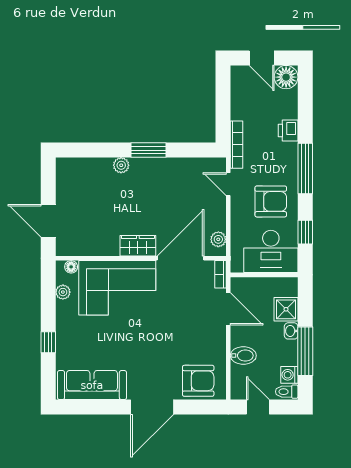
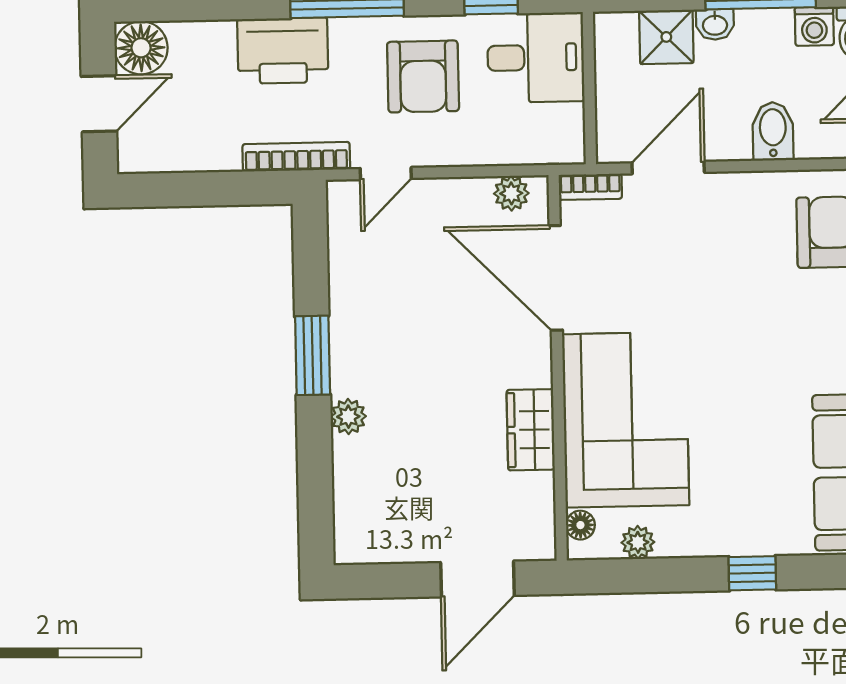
printer: (288, 130) -> (283, 51), width x1.87, depth x1.48
armchair: (271, 201) -> (423, 76), turned 180
wardrobe: (138, 246) -> (531, 430), moved
desk: (271, 251) -> (536, 57), width x0.73

